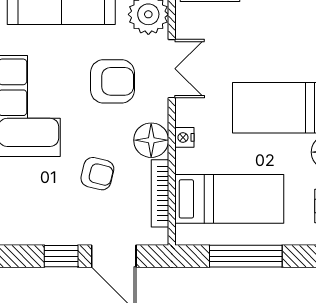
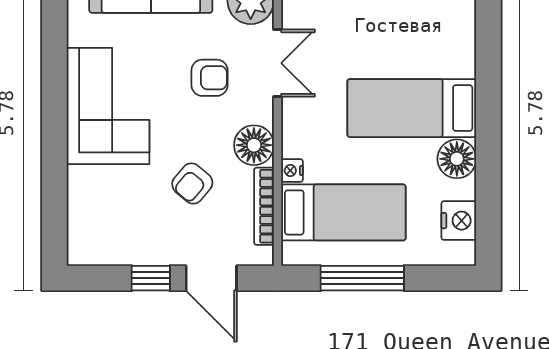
armchair: (112, 81) -> (210, 78), width x0.72, depth x0.72
nightstand: (184, 137) -> (292, 171), moved
armchair: (97, 174) -> (192, 183), turned 116

